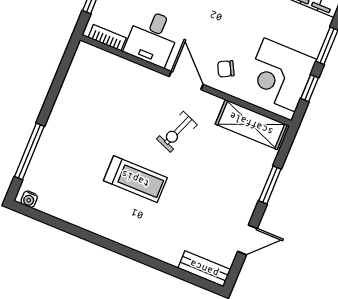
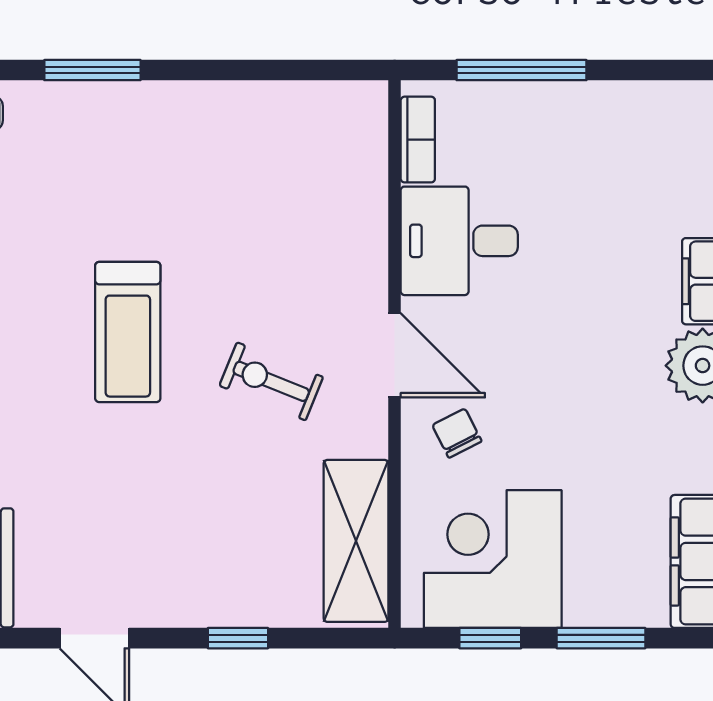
door: (186, 80) -> (395, 355), hinge flipped
window: (29, 151) -> (92, 70), width x0.69
window: (270, 185) -> (238, 638), width x0.67

